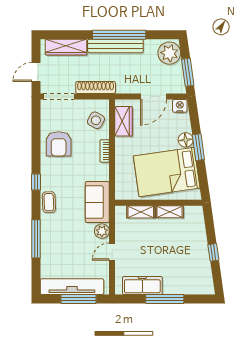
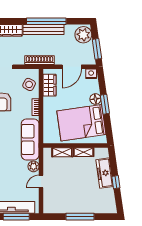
shoe rack: (96, 88) -> (40, 60), moved
sofa: (97, 202) -> (30, 139), width x1.36
freezer: (142, 285) -> (105, 173), moved, turned -98

